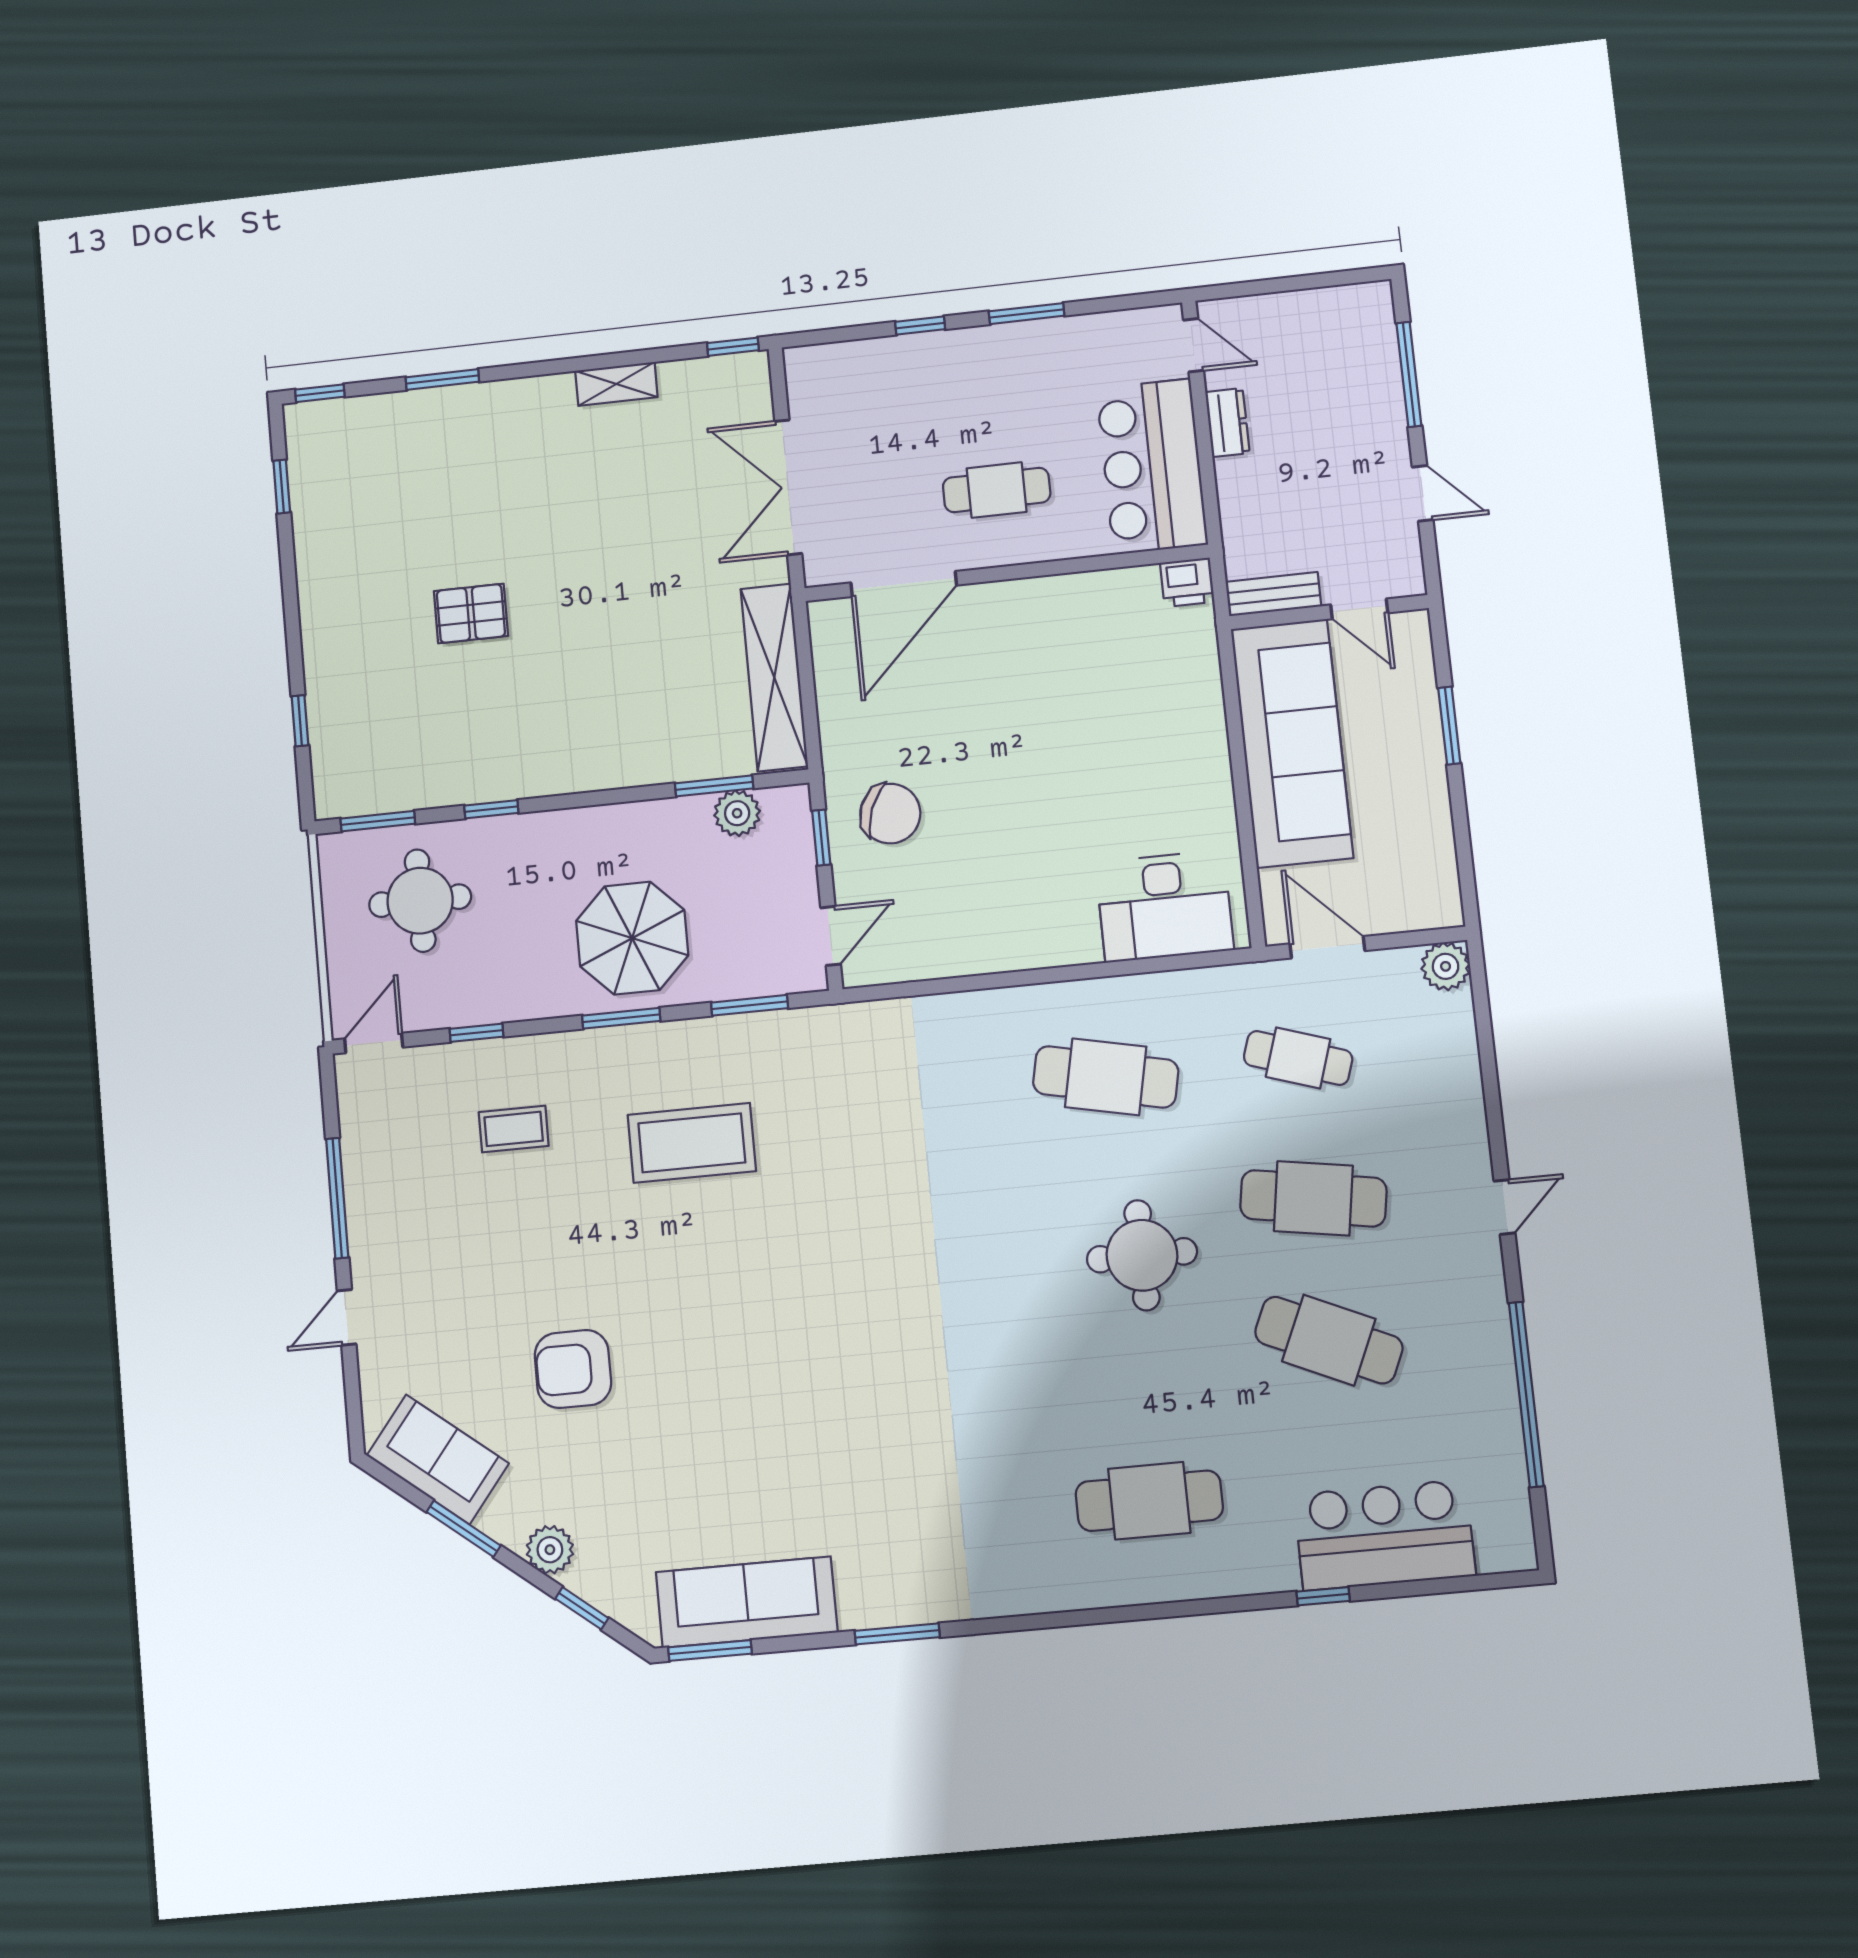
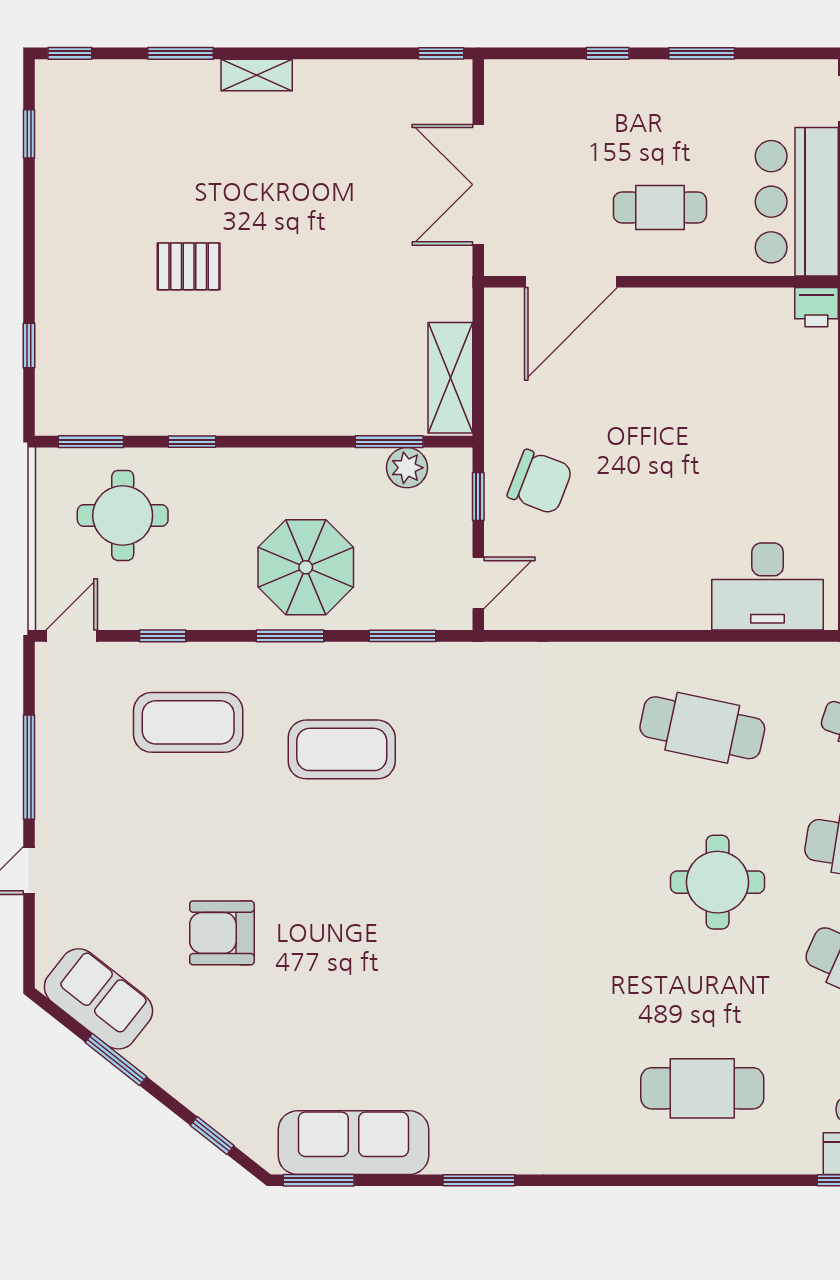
shelving: (616, 384) -> (257, 75), moved
shelving: (774, 677) -> (450, 378), width x0.68
coffee table: (514, 1129) -> (188, 722), width x1.86, depth x1.72
plant: (550, 1550) -> (189, 1084), removed

